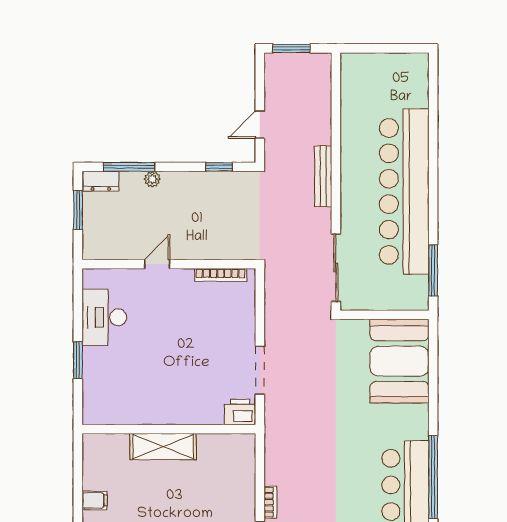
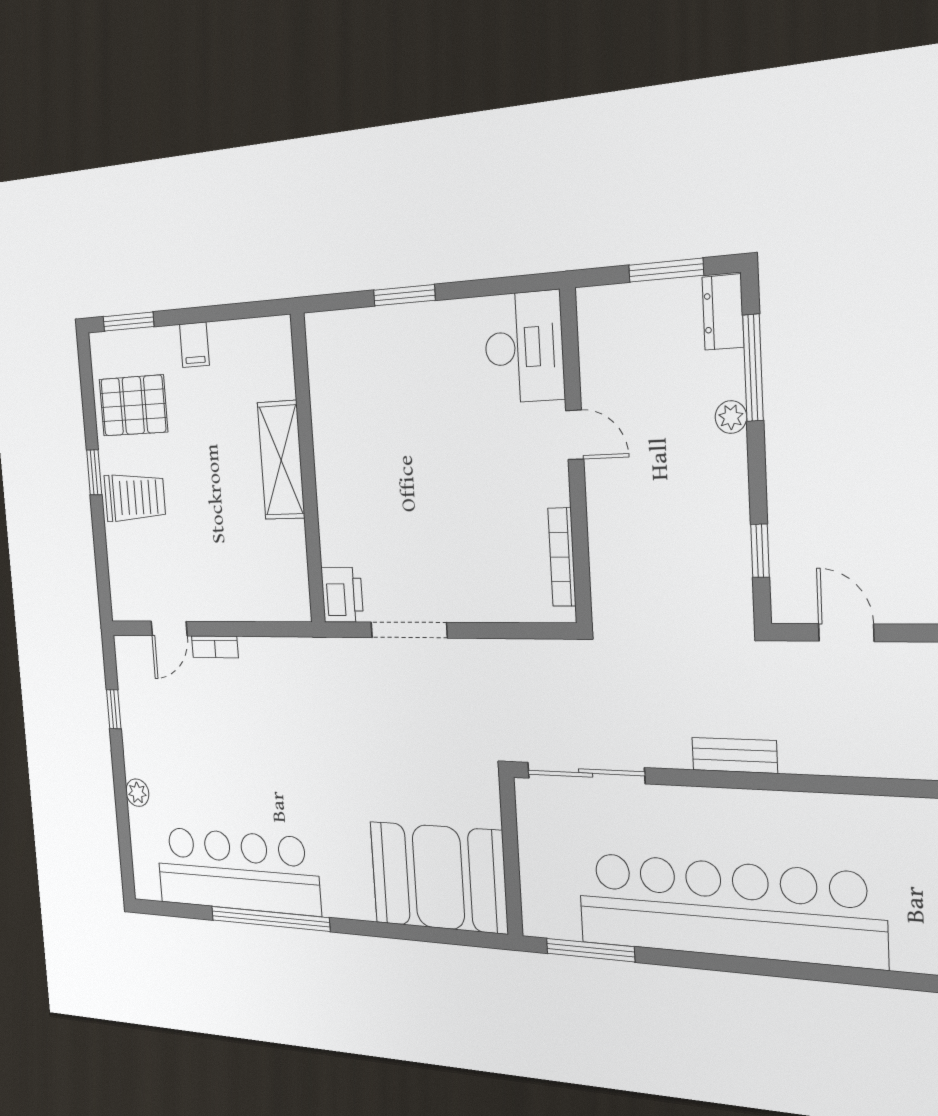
bench: (323, 176) -> (734, 755), width x0.73
desk: (104, 317) -> (524, 347), moved, turned 90

